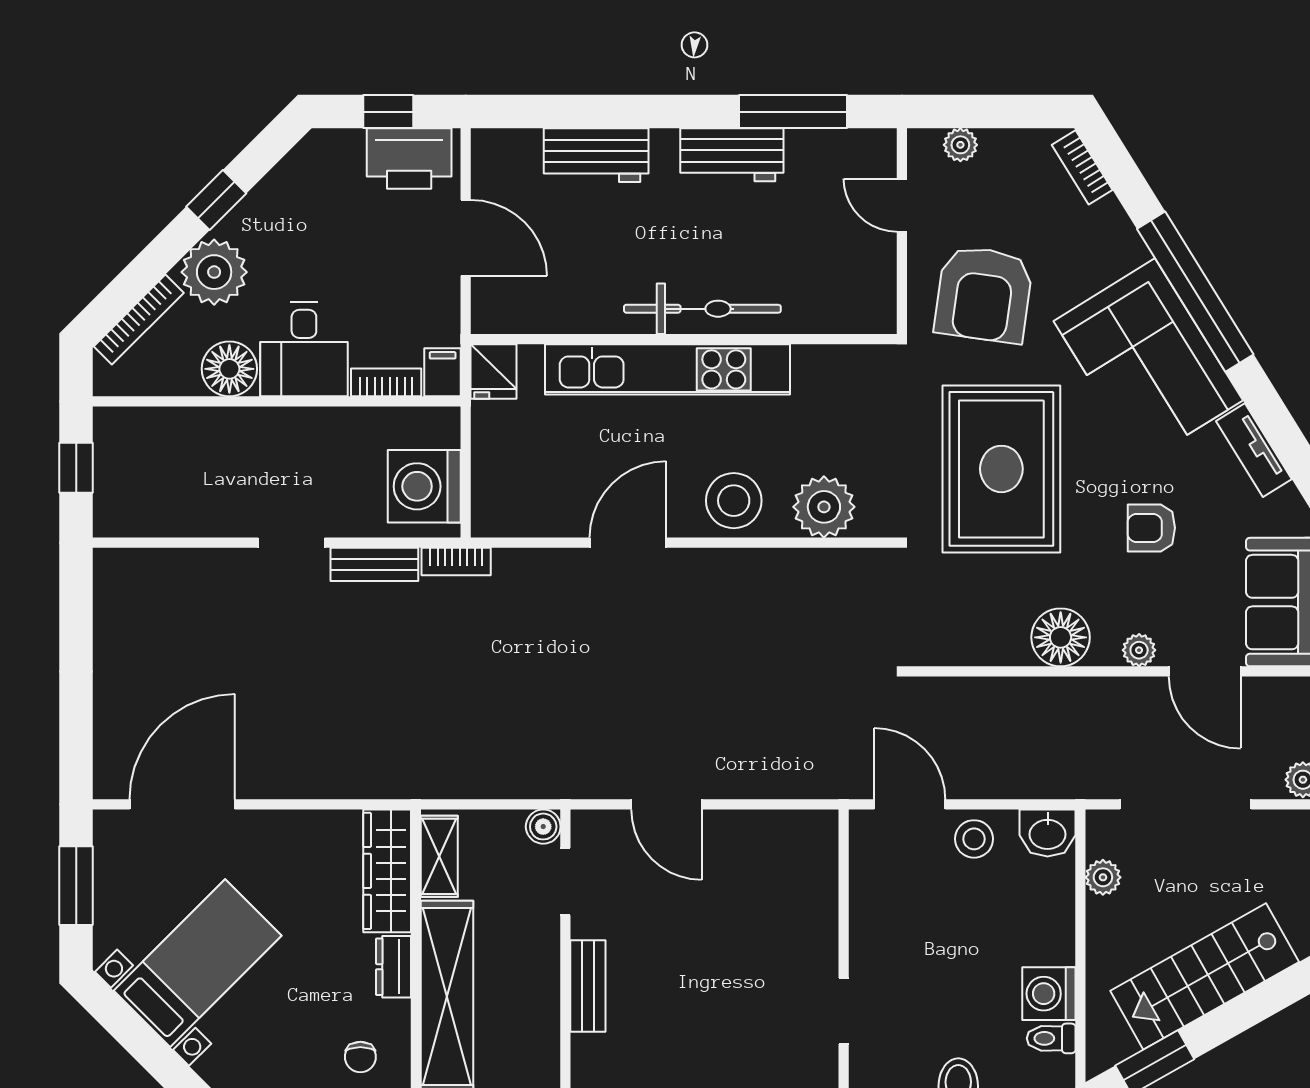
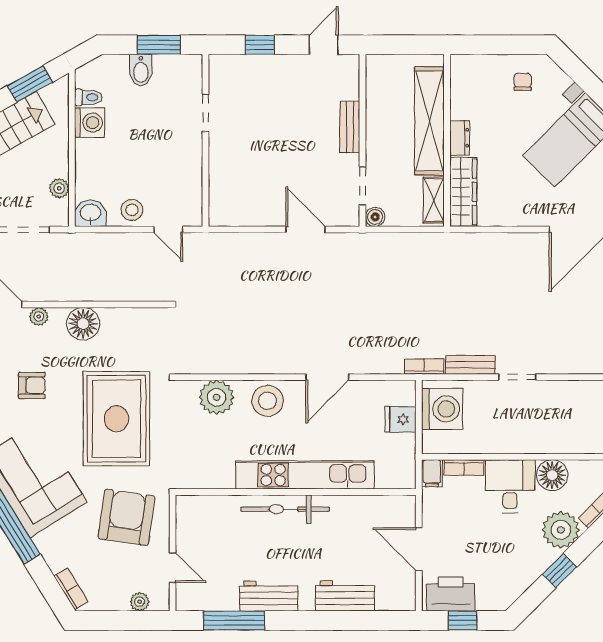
fridge: (494, 371) -> (401, 419), moved, turned -90
door: (910, 804) -> (168, 229), width x0.73
chair: (360, 1057) -> (523, 82), moved

